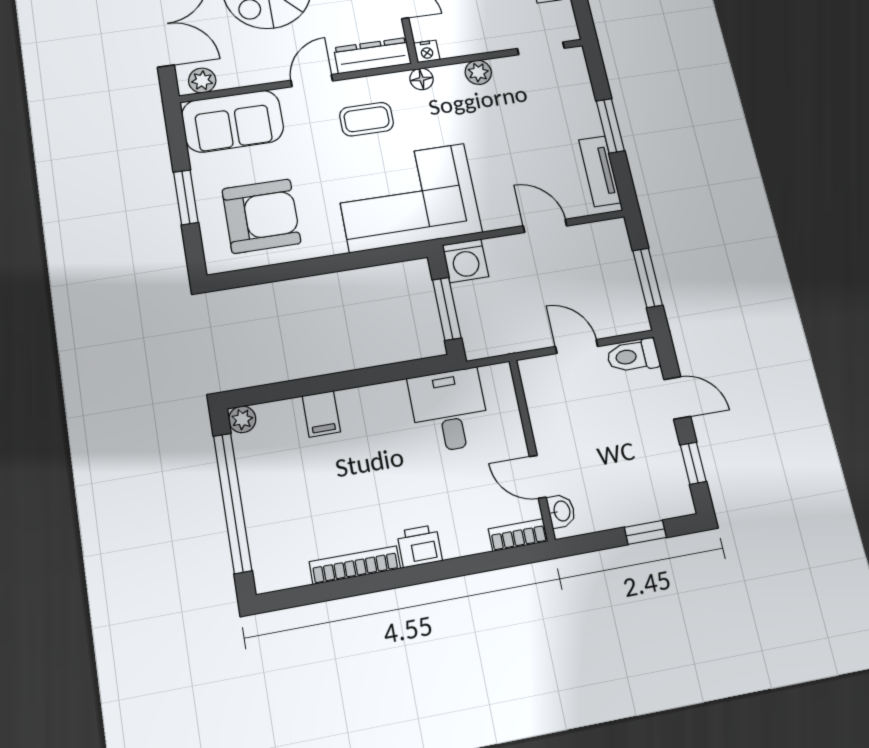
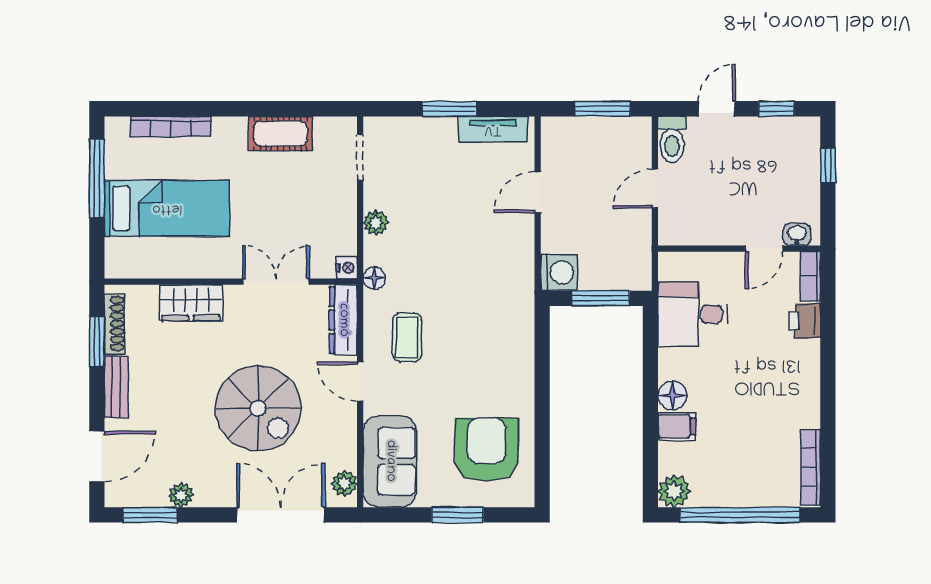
corner sofa: (407, 198) -> (490, 314), removed
floor lamp: (355, 403) -> (672, 396), added
plant: (242, 419) -> (674, 491), width x1.38, depth x1.38
printer: (420, 546) -> (805, 321), moved
bookcase: (355, 565) -> (811, 467), moved

